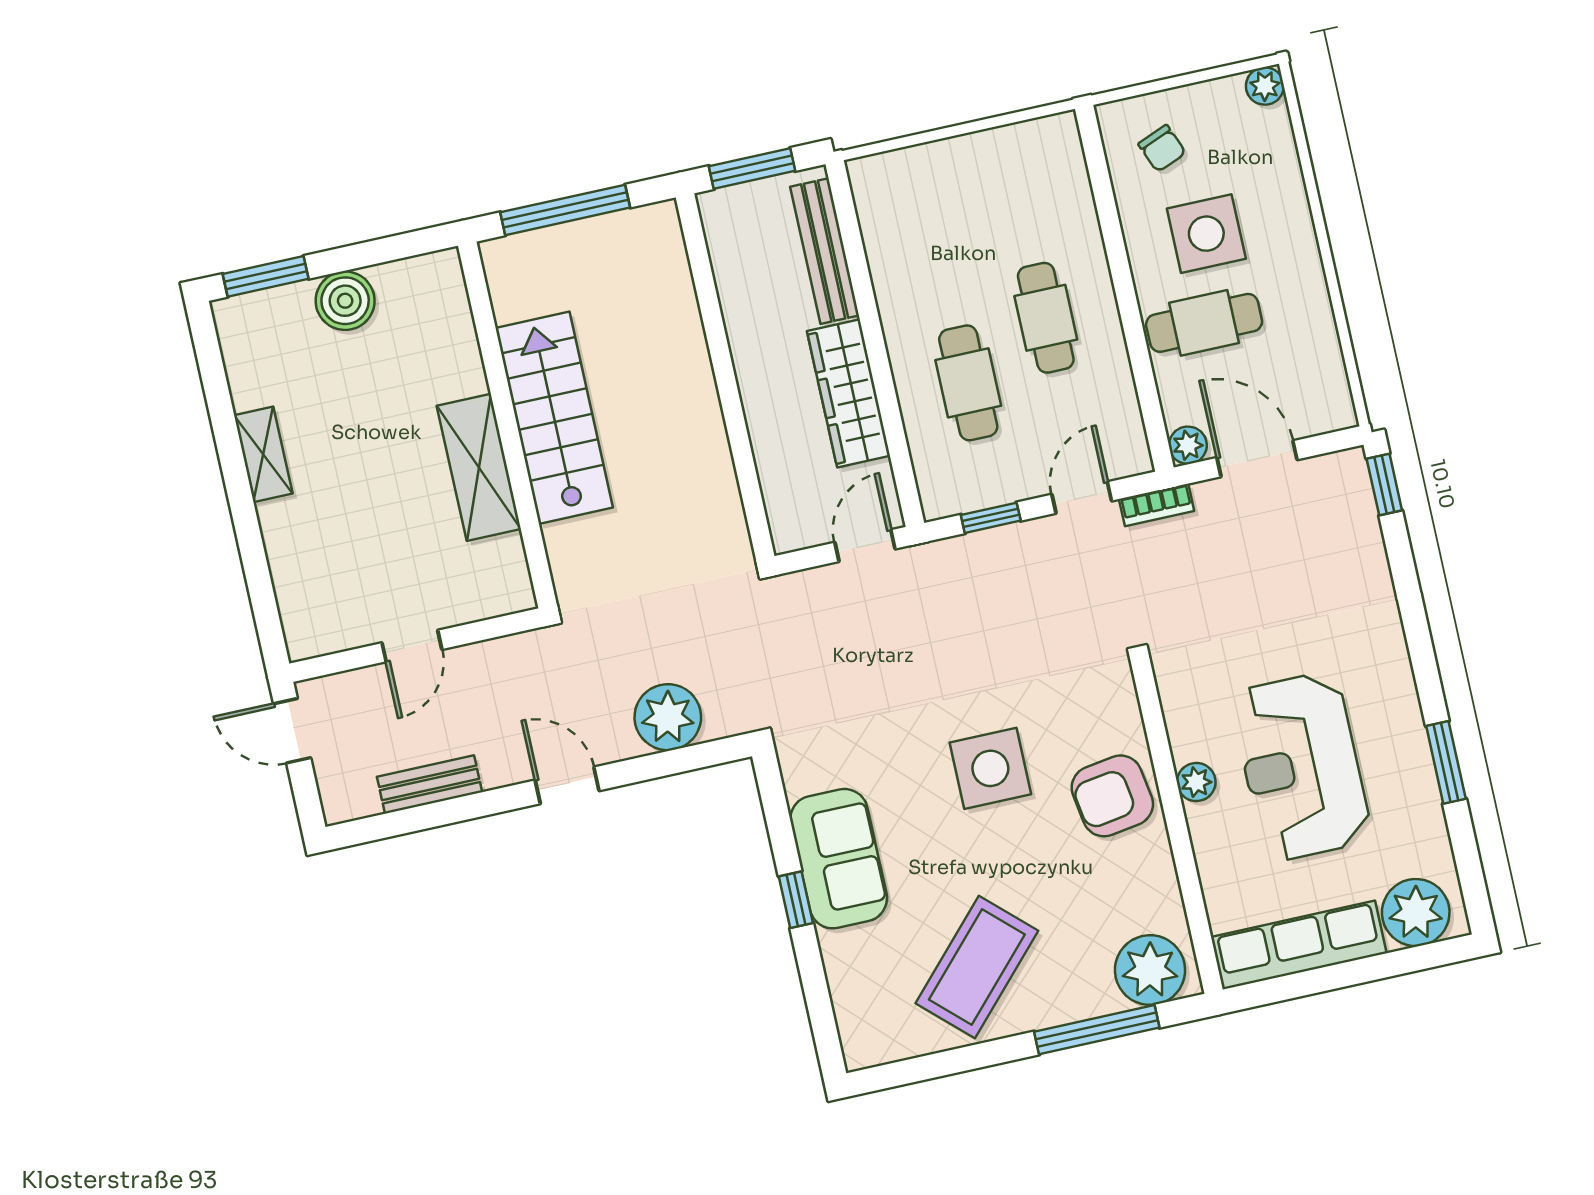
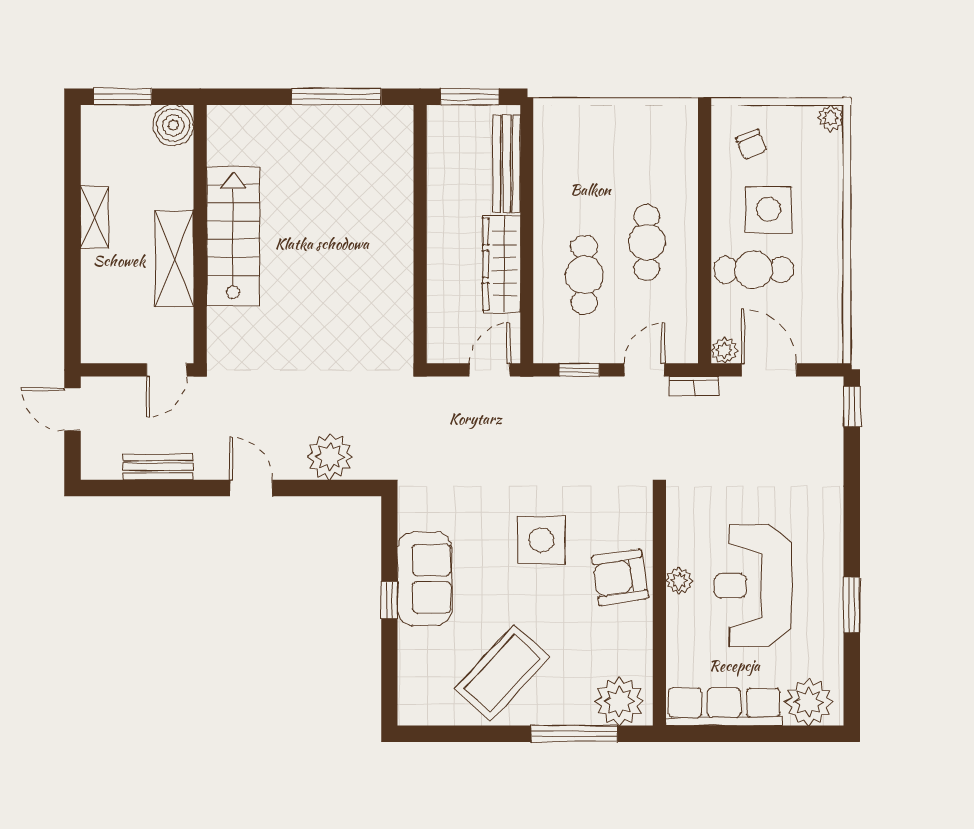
stairs: (554, 418) -> (233, 236), moved
wall: (507, 425) -> (200, 234), moved
shelving: (479, 467) -> (174, 259), moved

